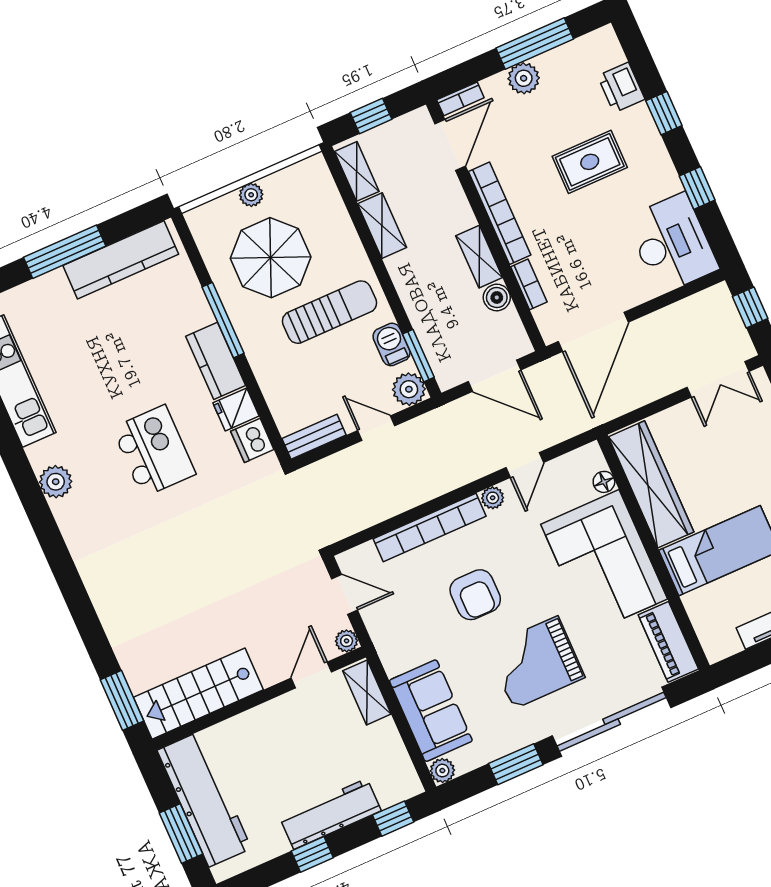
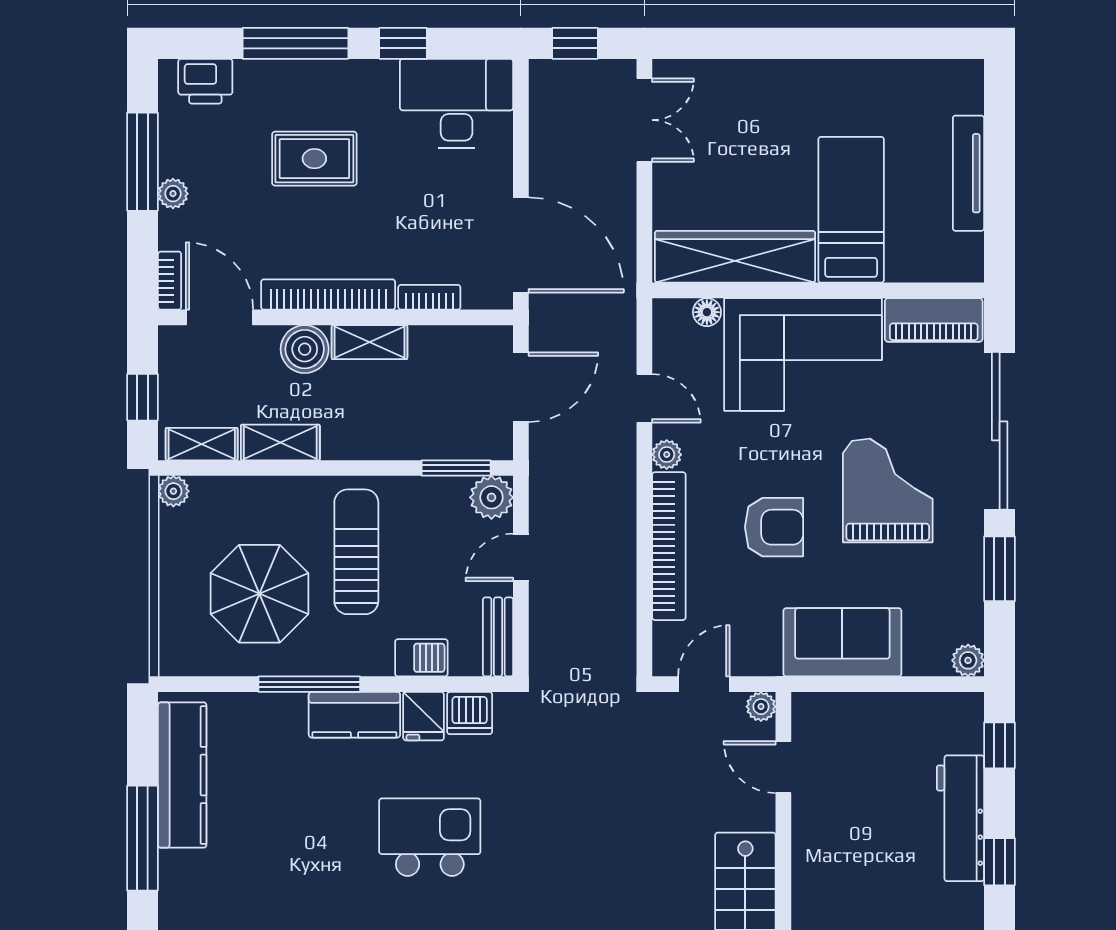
plant: (524, 78) -> (173, 194), width x0.73, depth x0.73
printer: (621, 88) -> (205, 81), moved
window: (664, 113) -> (295, 43), width x2.17
rug: (590, 162) -> (314, 159), turned 90
plant: (251, 195) -> (173, 491), moved
boiler: (497, 297) -> (305, 349), moved, width x1.36, depth x1.36
barbecue: (392, 344) -> (421, 658), moved, turned 180
grand piano: (536, 662) -> (888, 491), turned 180
shelving: (367, 692) -> (834, 710), removed
sofa: (431, 711) -> (842, 642), moved

